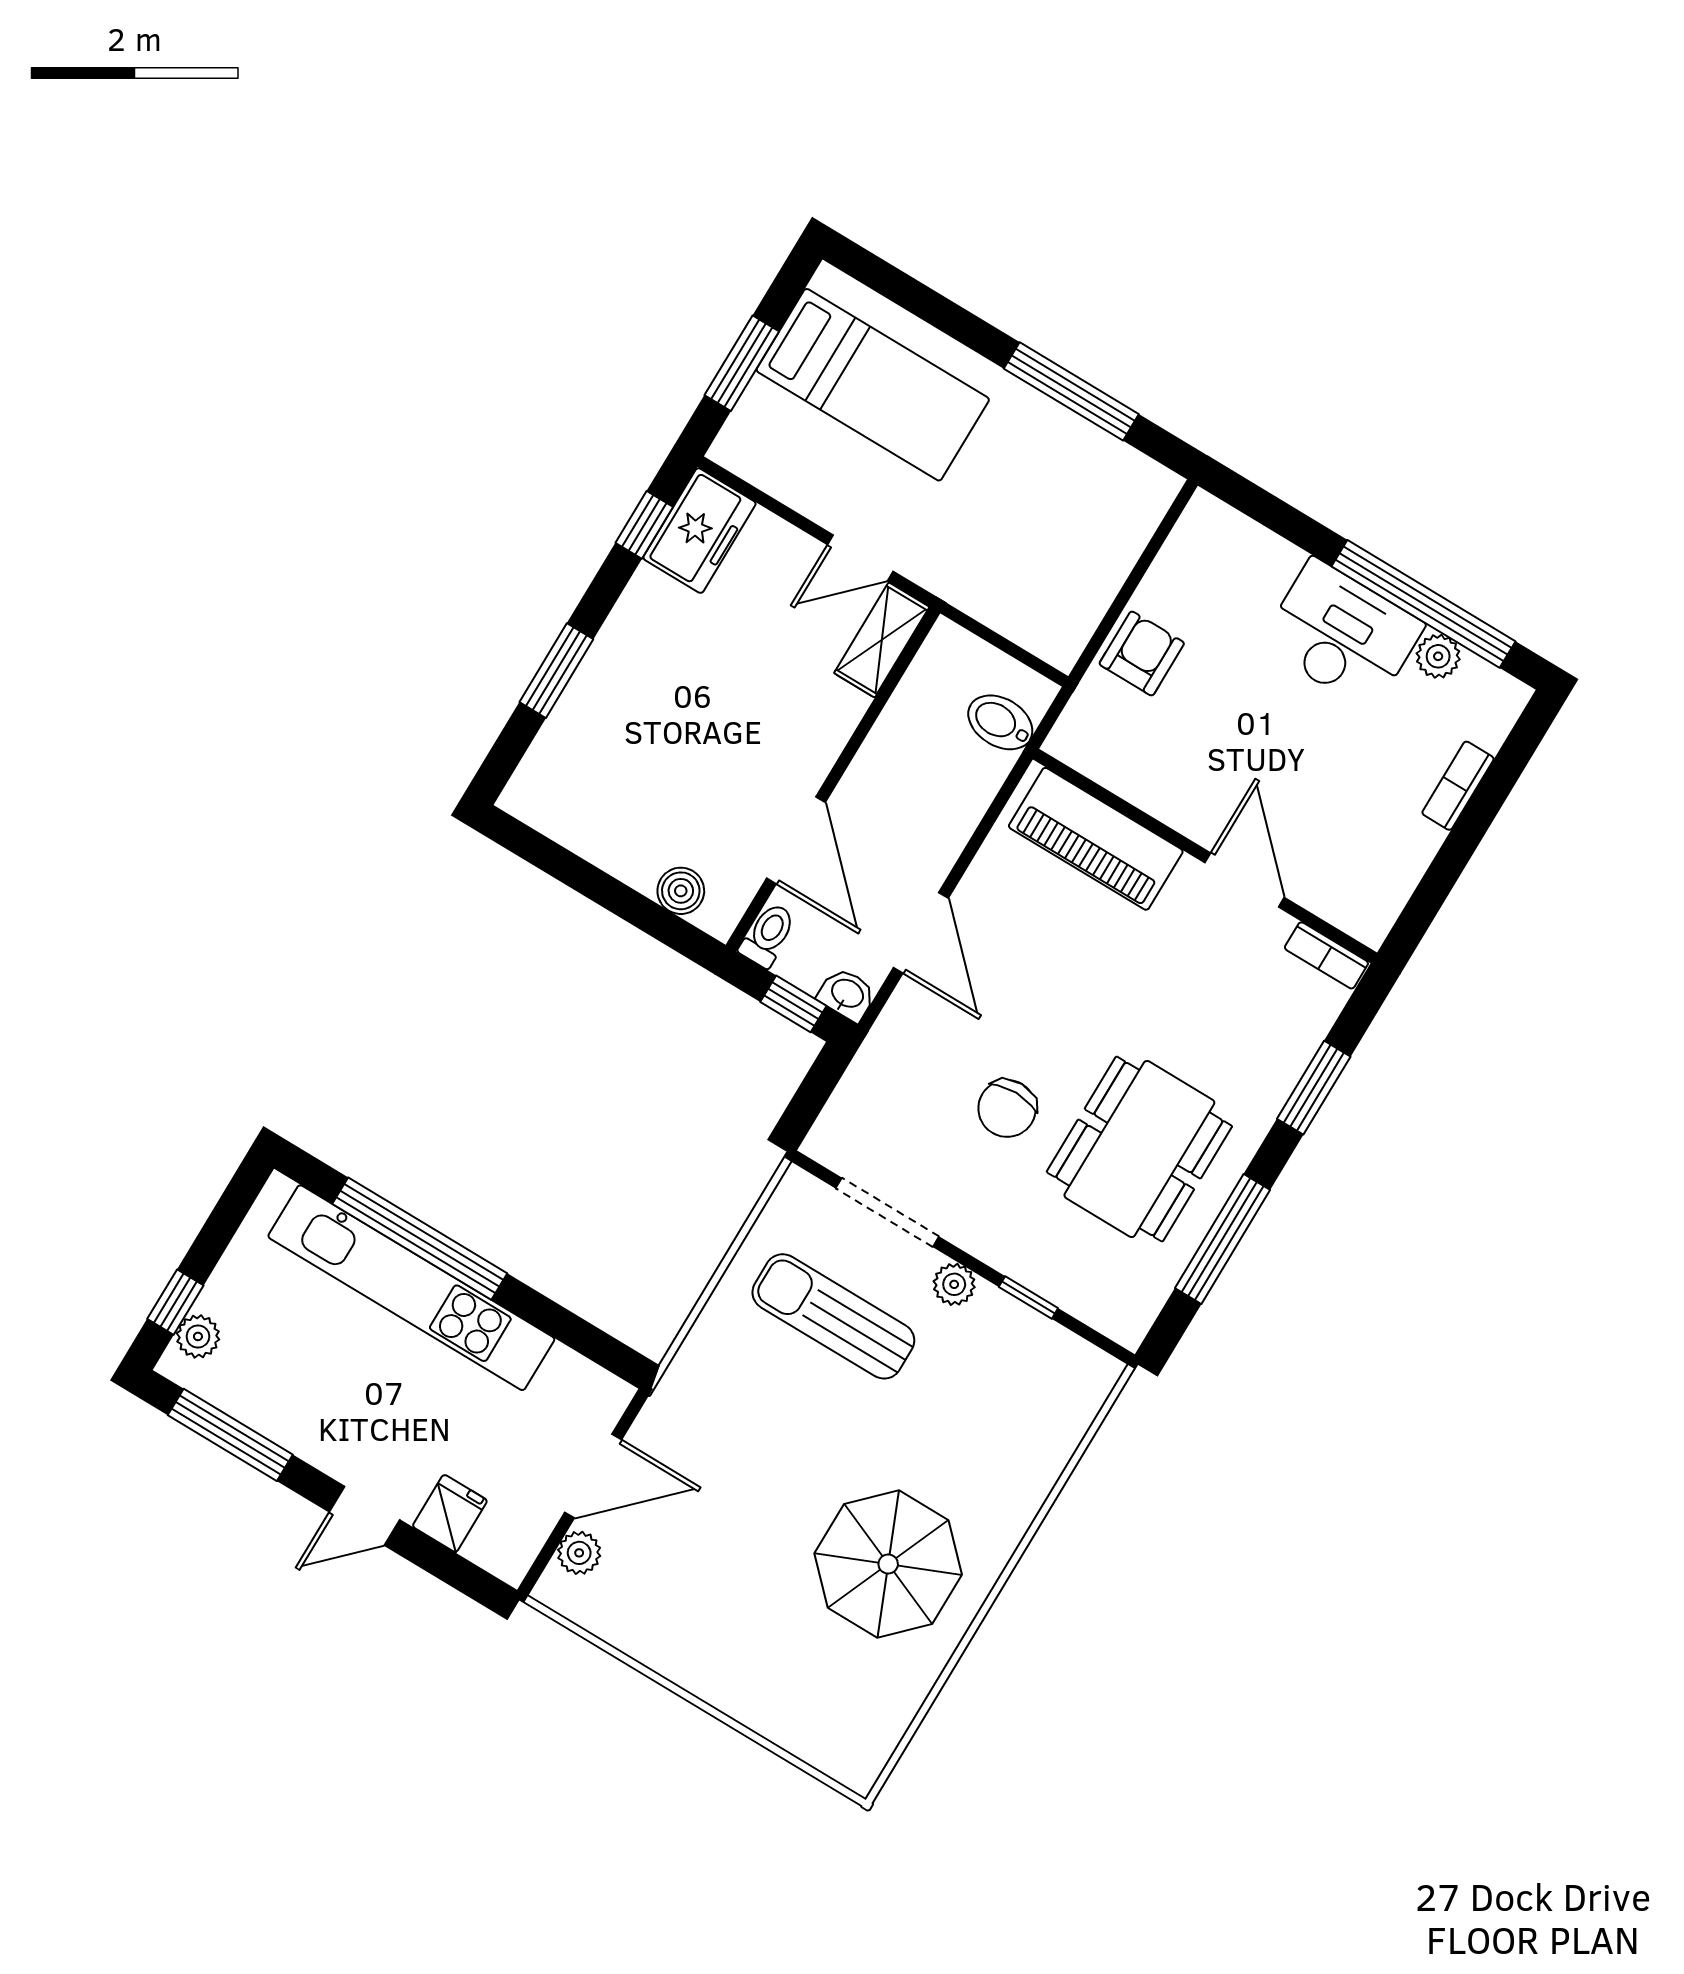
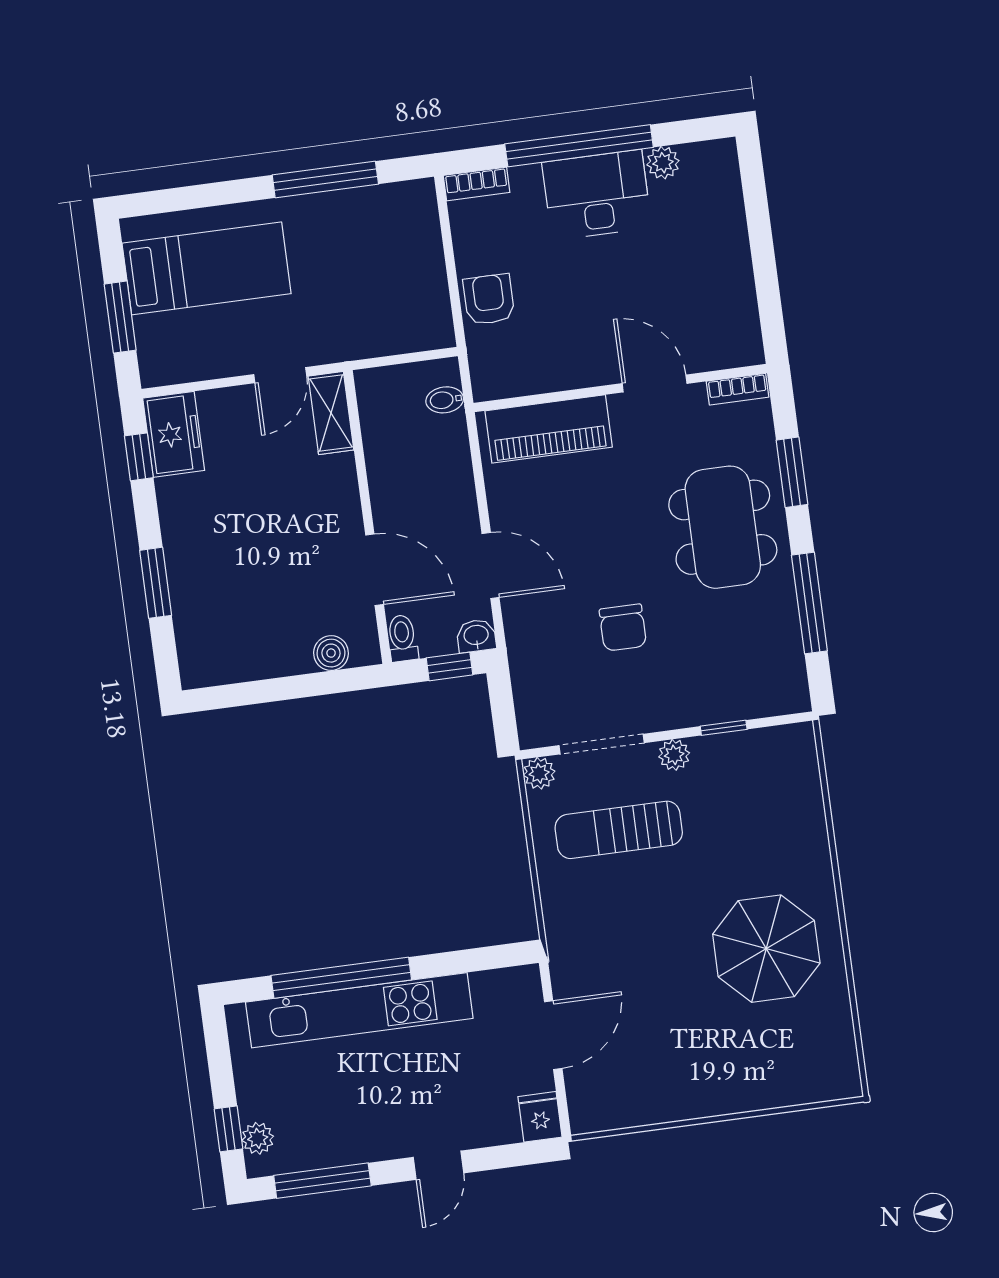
window: (1424, 604) -> (579, 146), moved
bidet: (1000, 722) -> (445, 400), width x0.72, depth x0.74
bookcase: (1458, 786) -> (477, 184), moved, turned -90
dining table: (1139, 1149) -> (723, 527), moved
fridge: (450, 1513) -> (540, 1117), moved
plant: (579, 1553) -> (539, 773), moved

